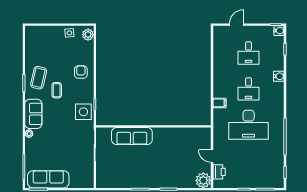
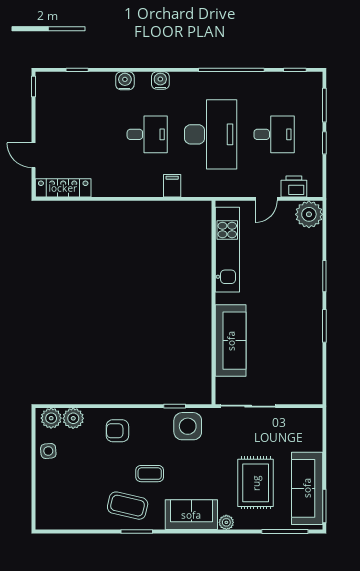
water cooler: (279, 31) -> (160, 80), moved
locker: (218, 41) -> (63, 188), added
plant: (88, 47) -> (73, 418), added
desk: (249, 53) -> (274, 134), moved
kitchen unit: (183, 134) -> (227, 250), added
rug: (51, 150) -> (256, 483), added

